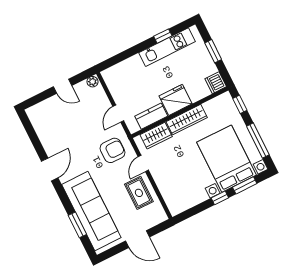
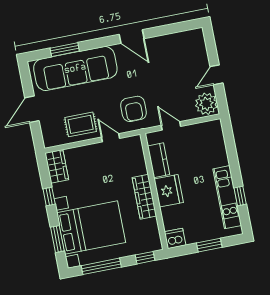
plant: (92, 82) -> (206, 104), width x1.87, depth x1.87
wardrobe: (156, 136) -> (57, 166), moved, turned 180
window: (220, 198) -> (49, 196), moved

